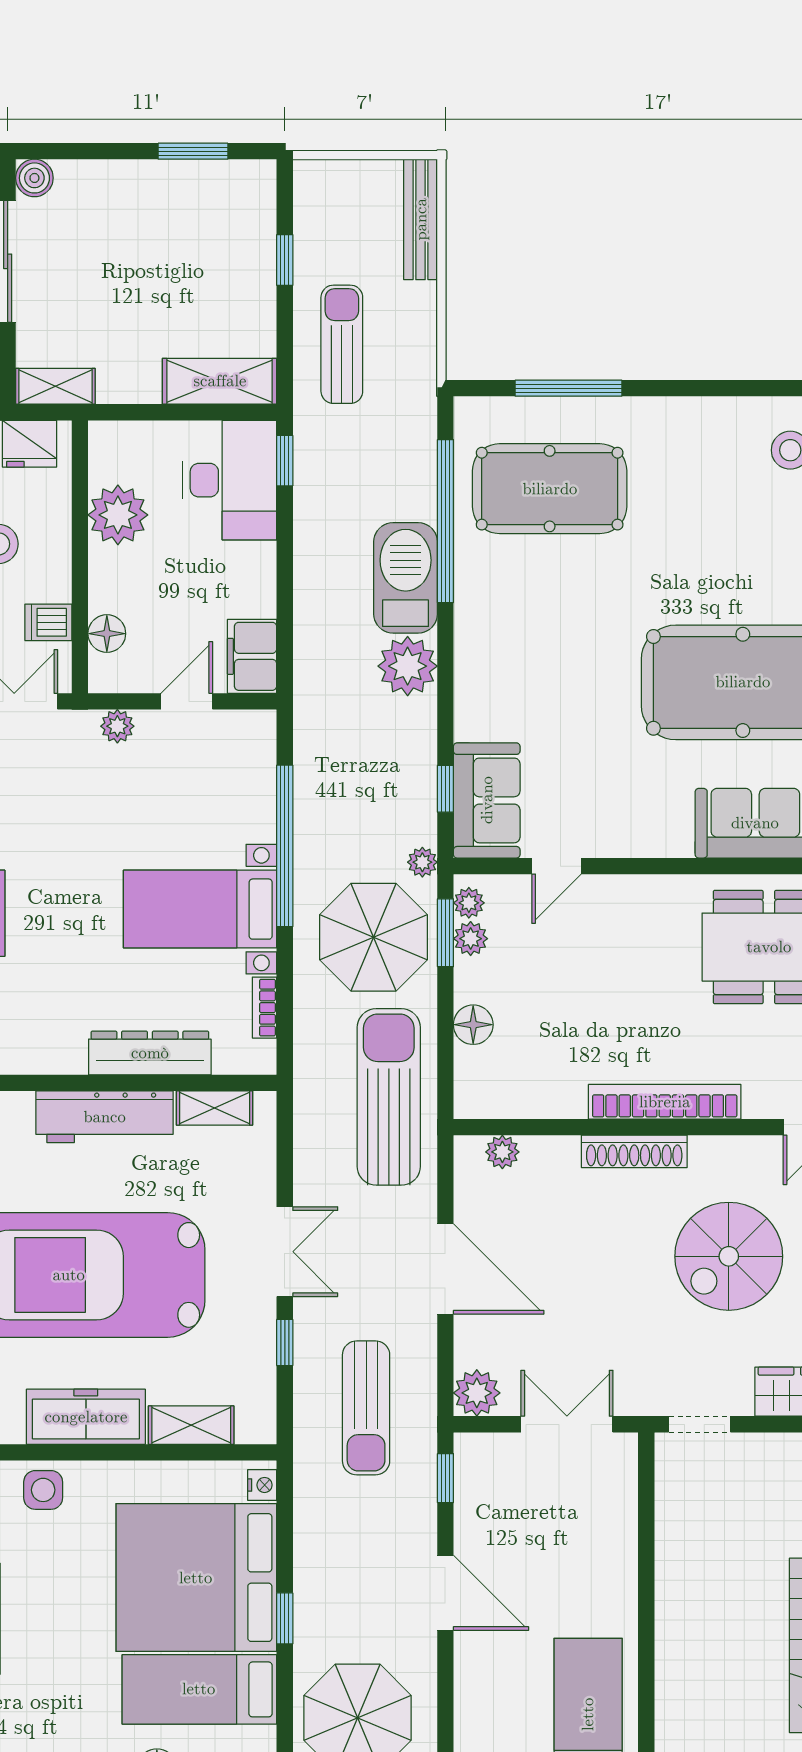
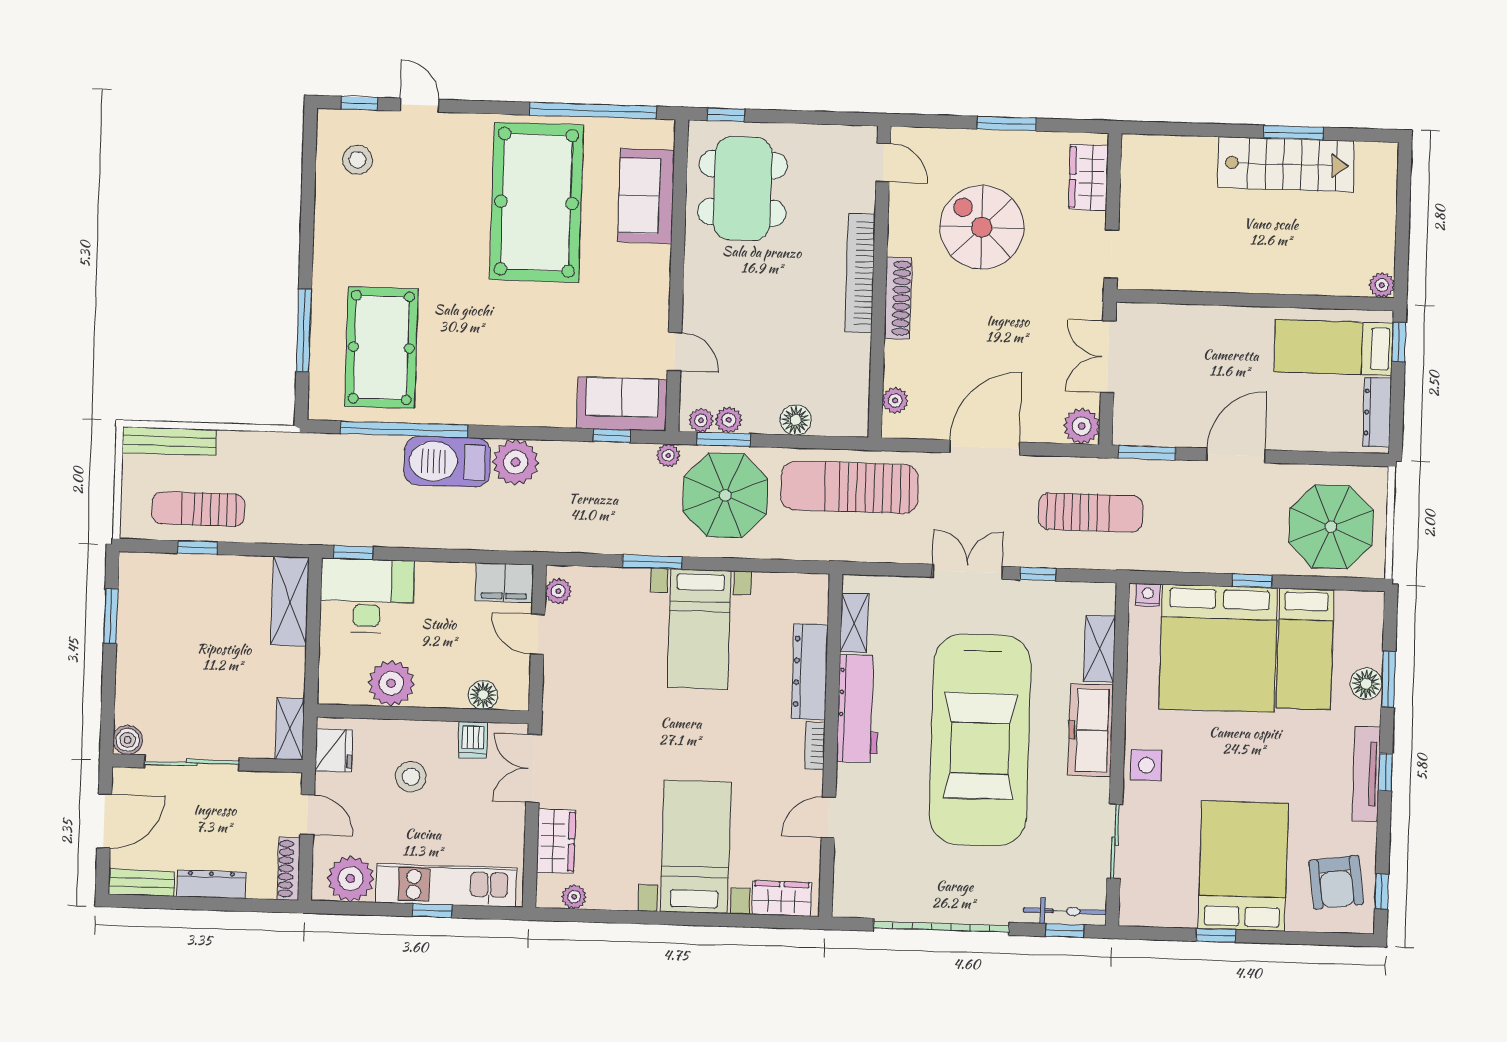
sun lounger: (342, 344) -> (198, 509), moved
plant: (117, 726) -> (558, 591), moved
window: (285, 846) -> (652, 562), width x0.47
bookcase: (265, 1008) -> (815, 746), moved, turned 90
spiral stairs: (729, 1256) -> (982, 227), turned 180
window: (445, 1478) -> (1147, 453), width x1.50

